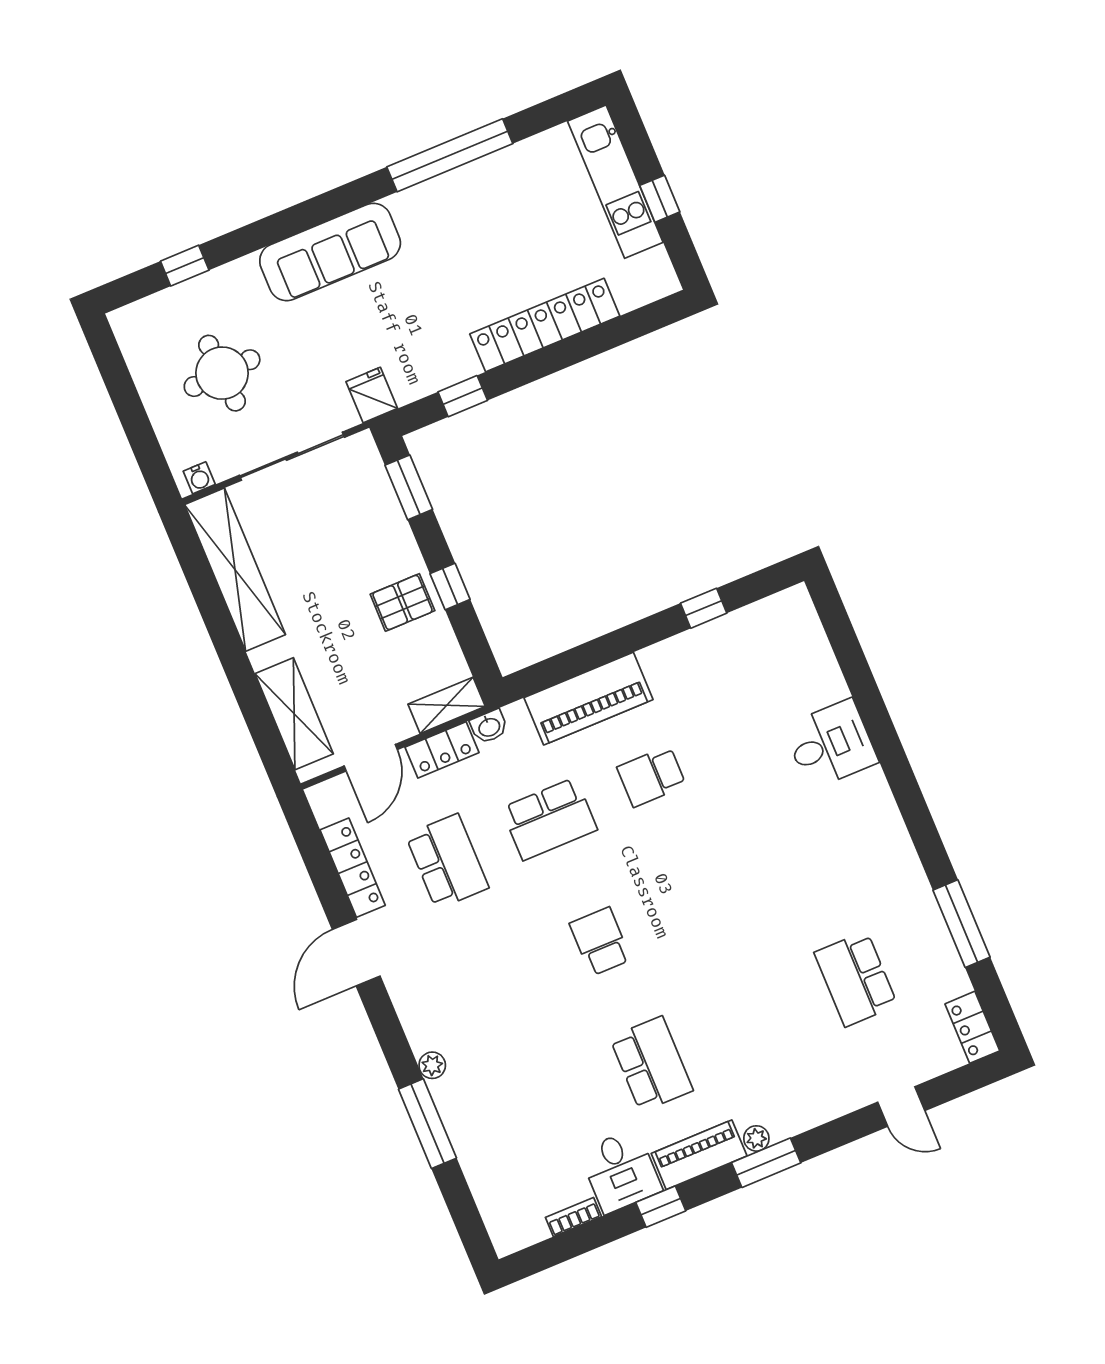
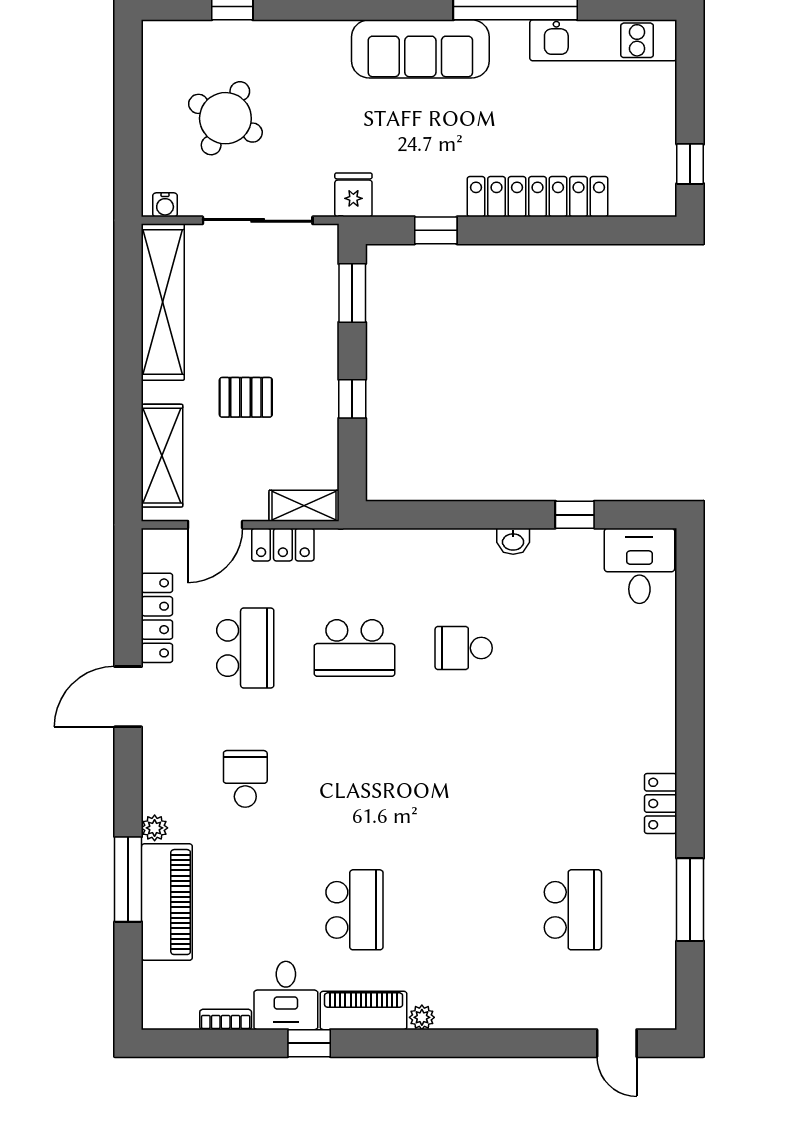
kitchen unit: (615, 182) -> (603, 40), moved, turned -90
window: (660, 199) -> (690, 164), moved
sofa: (330, 252) -> (420, 49), moved
round table: (222, 373) -> (225, 118), turned 31
pallet: (402, 602) -> (246, 397), moved
piano: (588, 699) -> (167, 902), moved, turned -90
washbasin: (489, 727) -> (513, 541), moved
desk: (831, 744) -> (639, 566), moved, turned -90
school desk: (600, 941) -> (245, 779), moved
school desk: (856, 979) -> (573, 910), turned 180
locker: (972, 1027) -> (661, 803), moved
door: (901, 1106) -> (617, 1043), moved
window: (766, 1163) -> (422, 1043), removed

